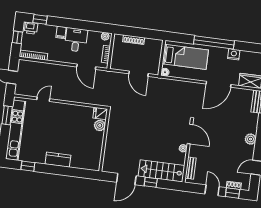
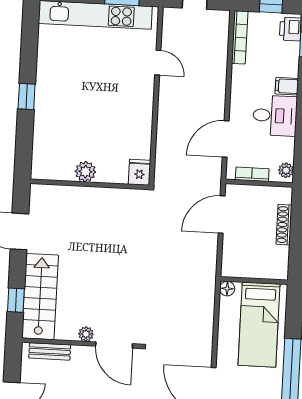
door: (138, 74) -> (222, 215), moved
plant: (100, 125) -> (85, 172), moved
door: (190, 134) -> (114, 345), hinge flipped
kitchen counter: (58, 160) -> (46, 99), removed
window: (28, 166) -> (27, 96), moved
window: (151, 182) -> (16, 300), moved

